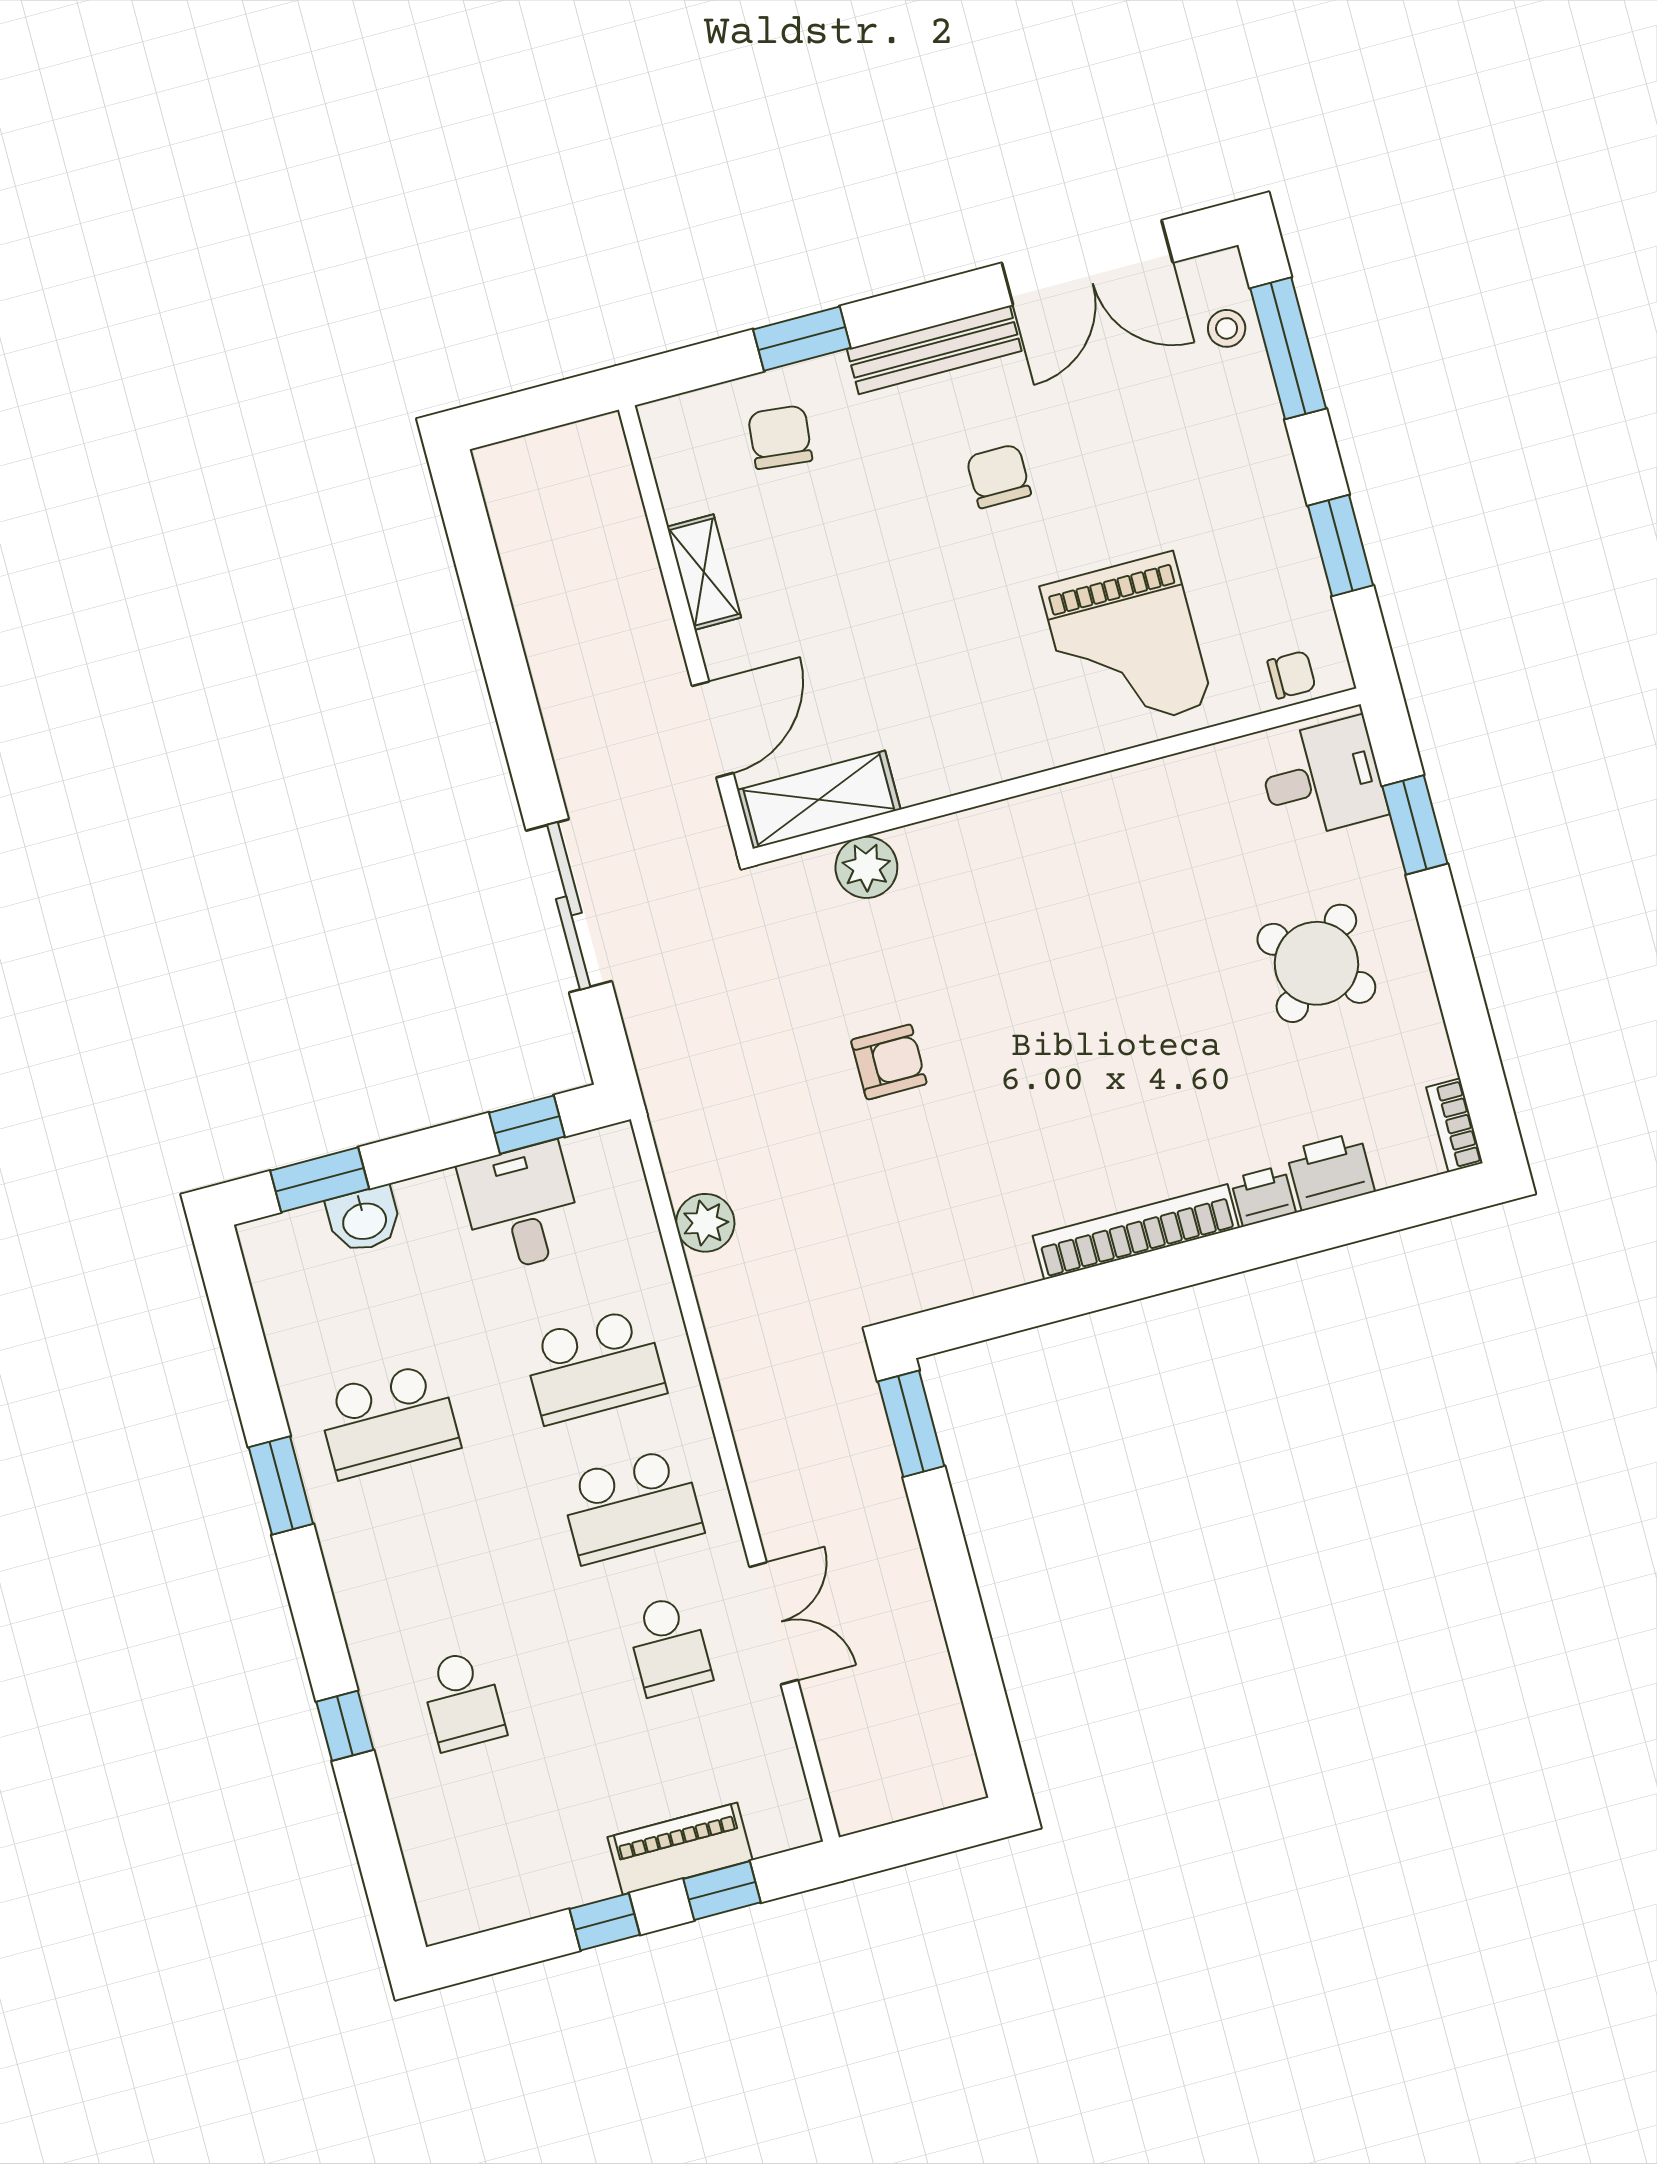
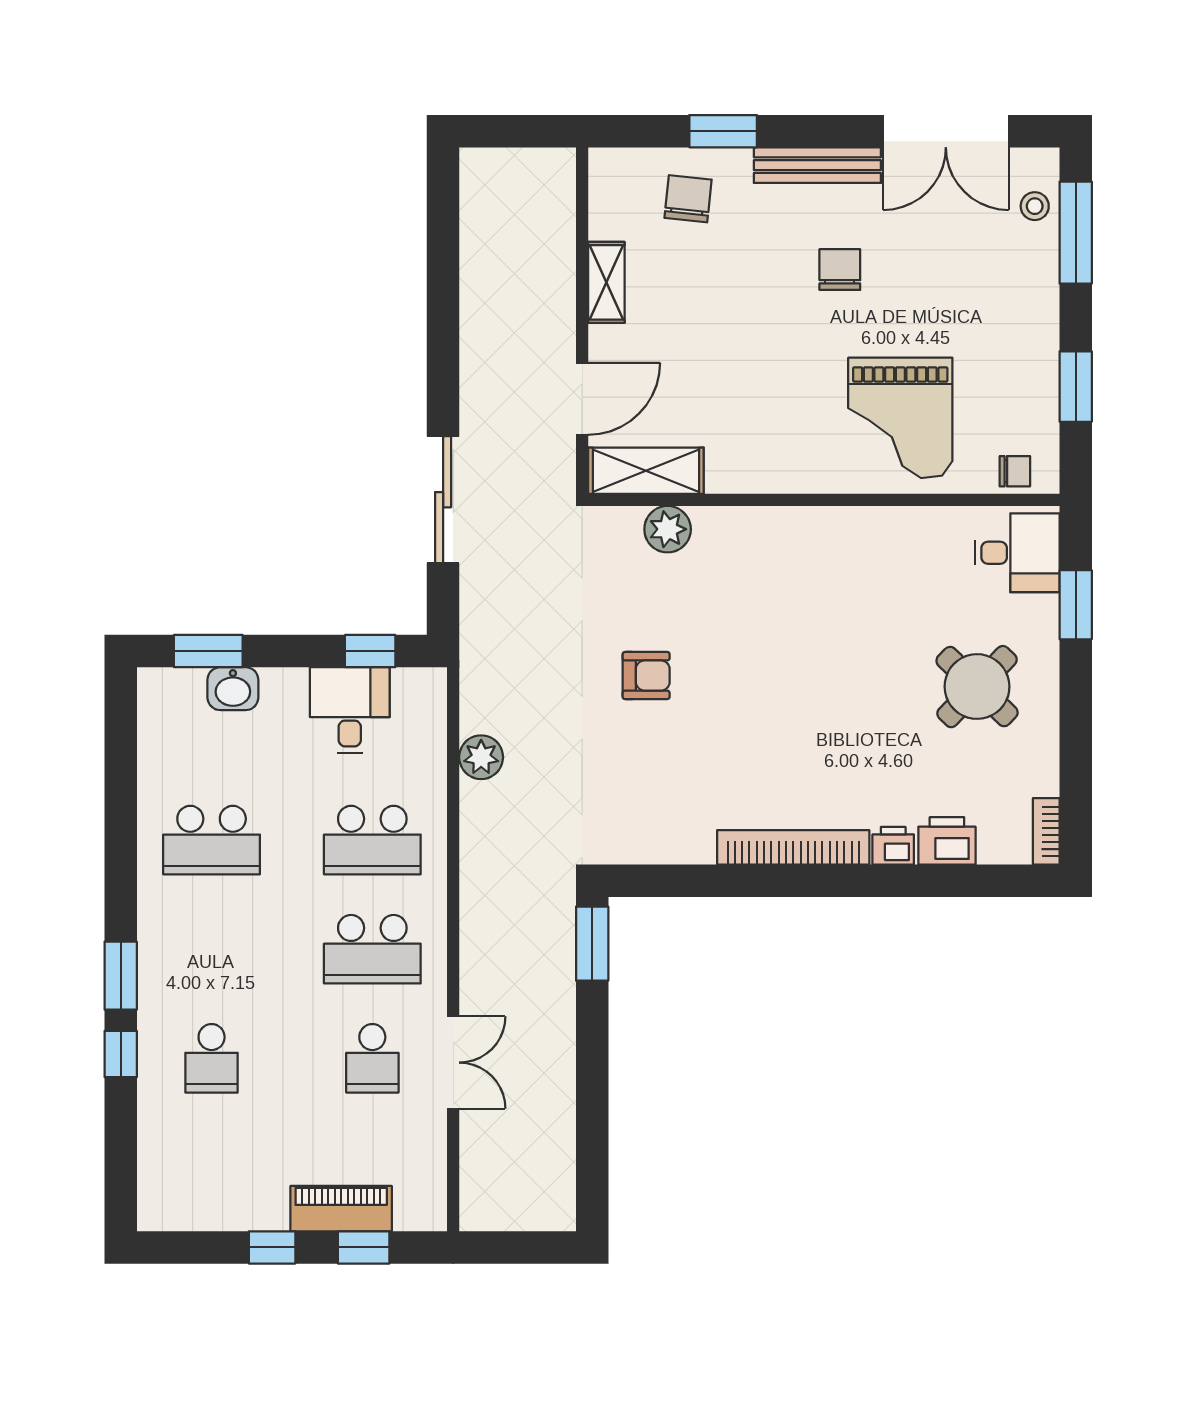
window: (281, 1486) -> (121, 976), moved

